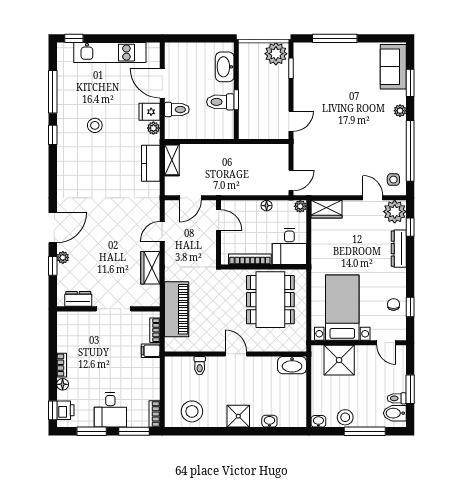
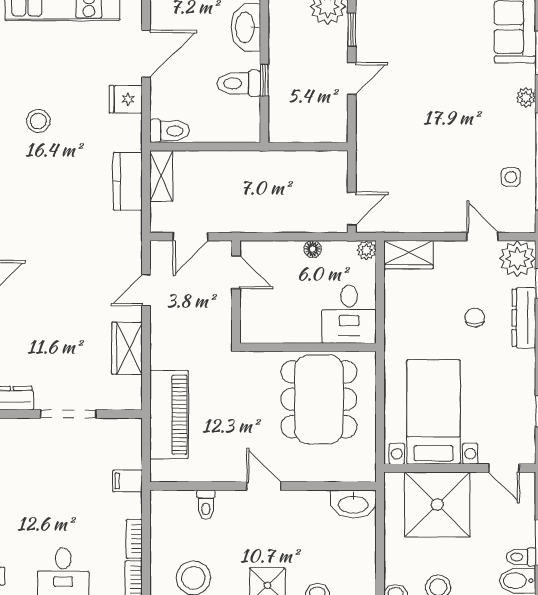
door: (162, 83) -> (146, 54), swing flipped
toilet: (177, 110) -> (169, 131), moved
door: (291, 121) -> (352, 78), moved
plant: (153, 128) -> (132, 125), removed
side table: (393, 180) -> (511, 177), moved
bookcase: (250, 259) -> (286, 335), removed
chair: (394, 304) -> (475, 318), moved
bookcase: (155, 330) -> (134, 539), moved
shower: (339, 360) -> (437, 505), width x1.37, depth x1.37

